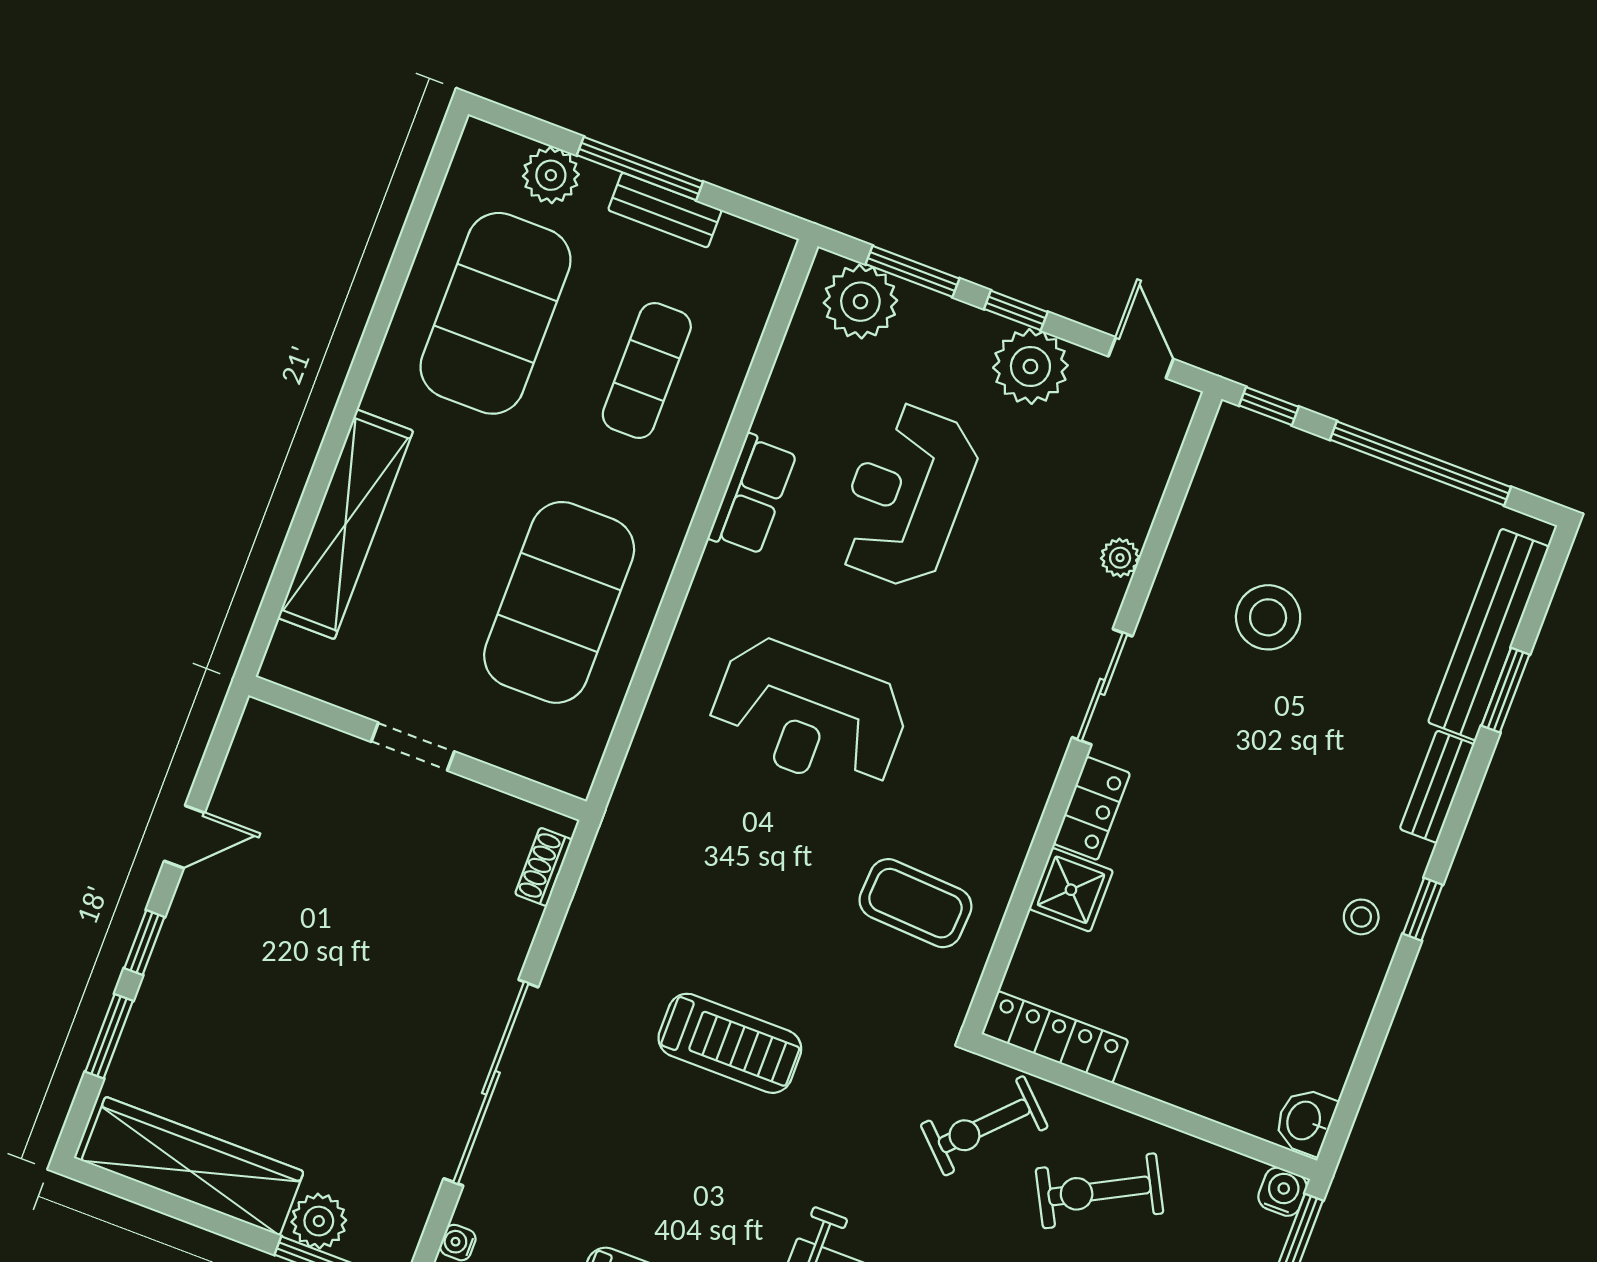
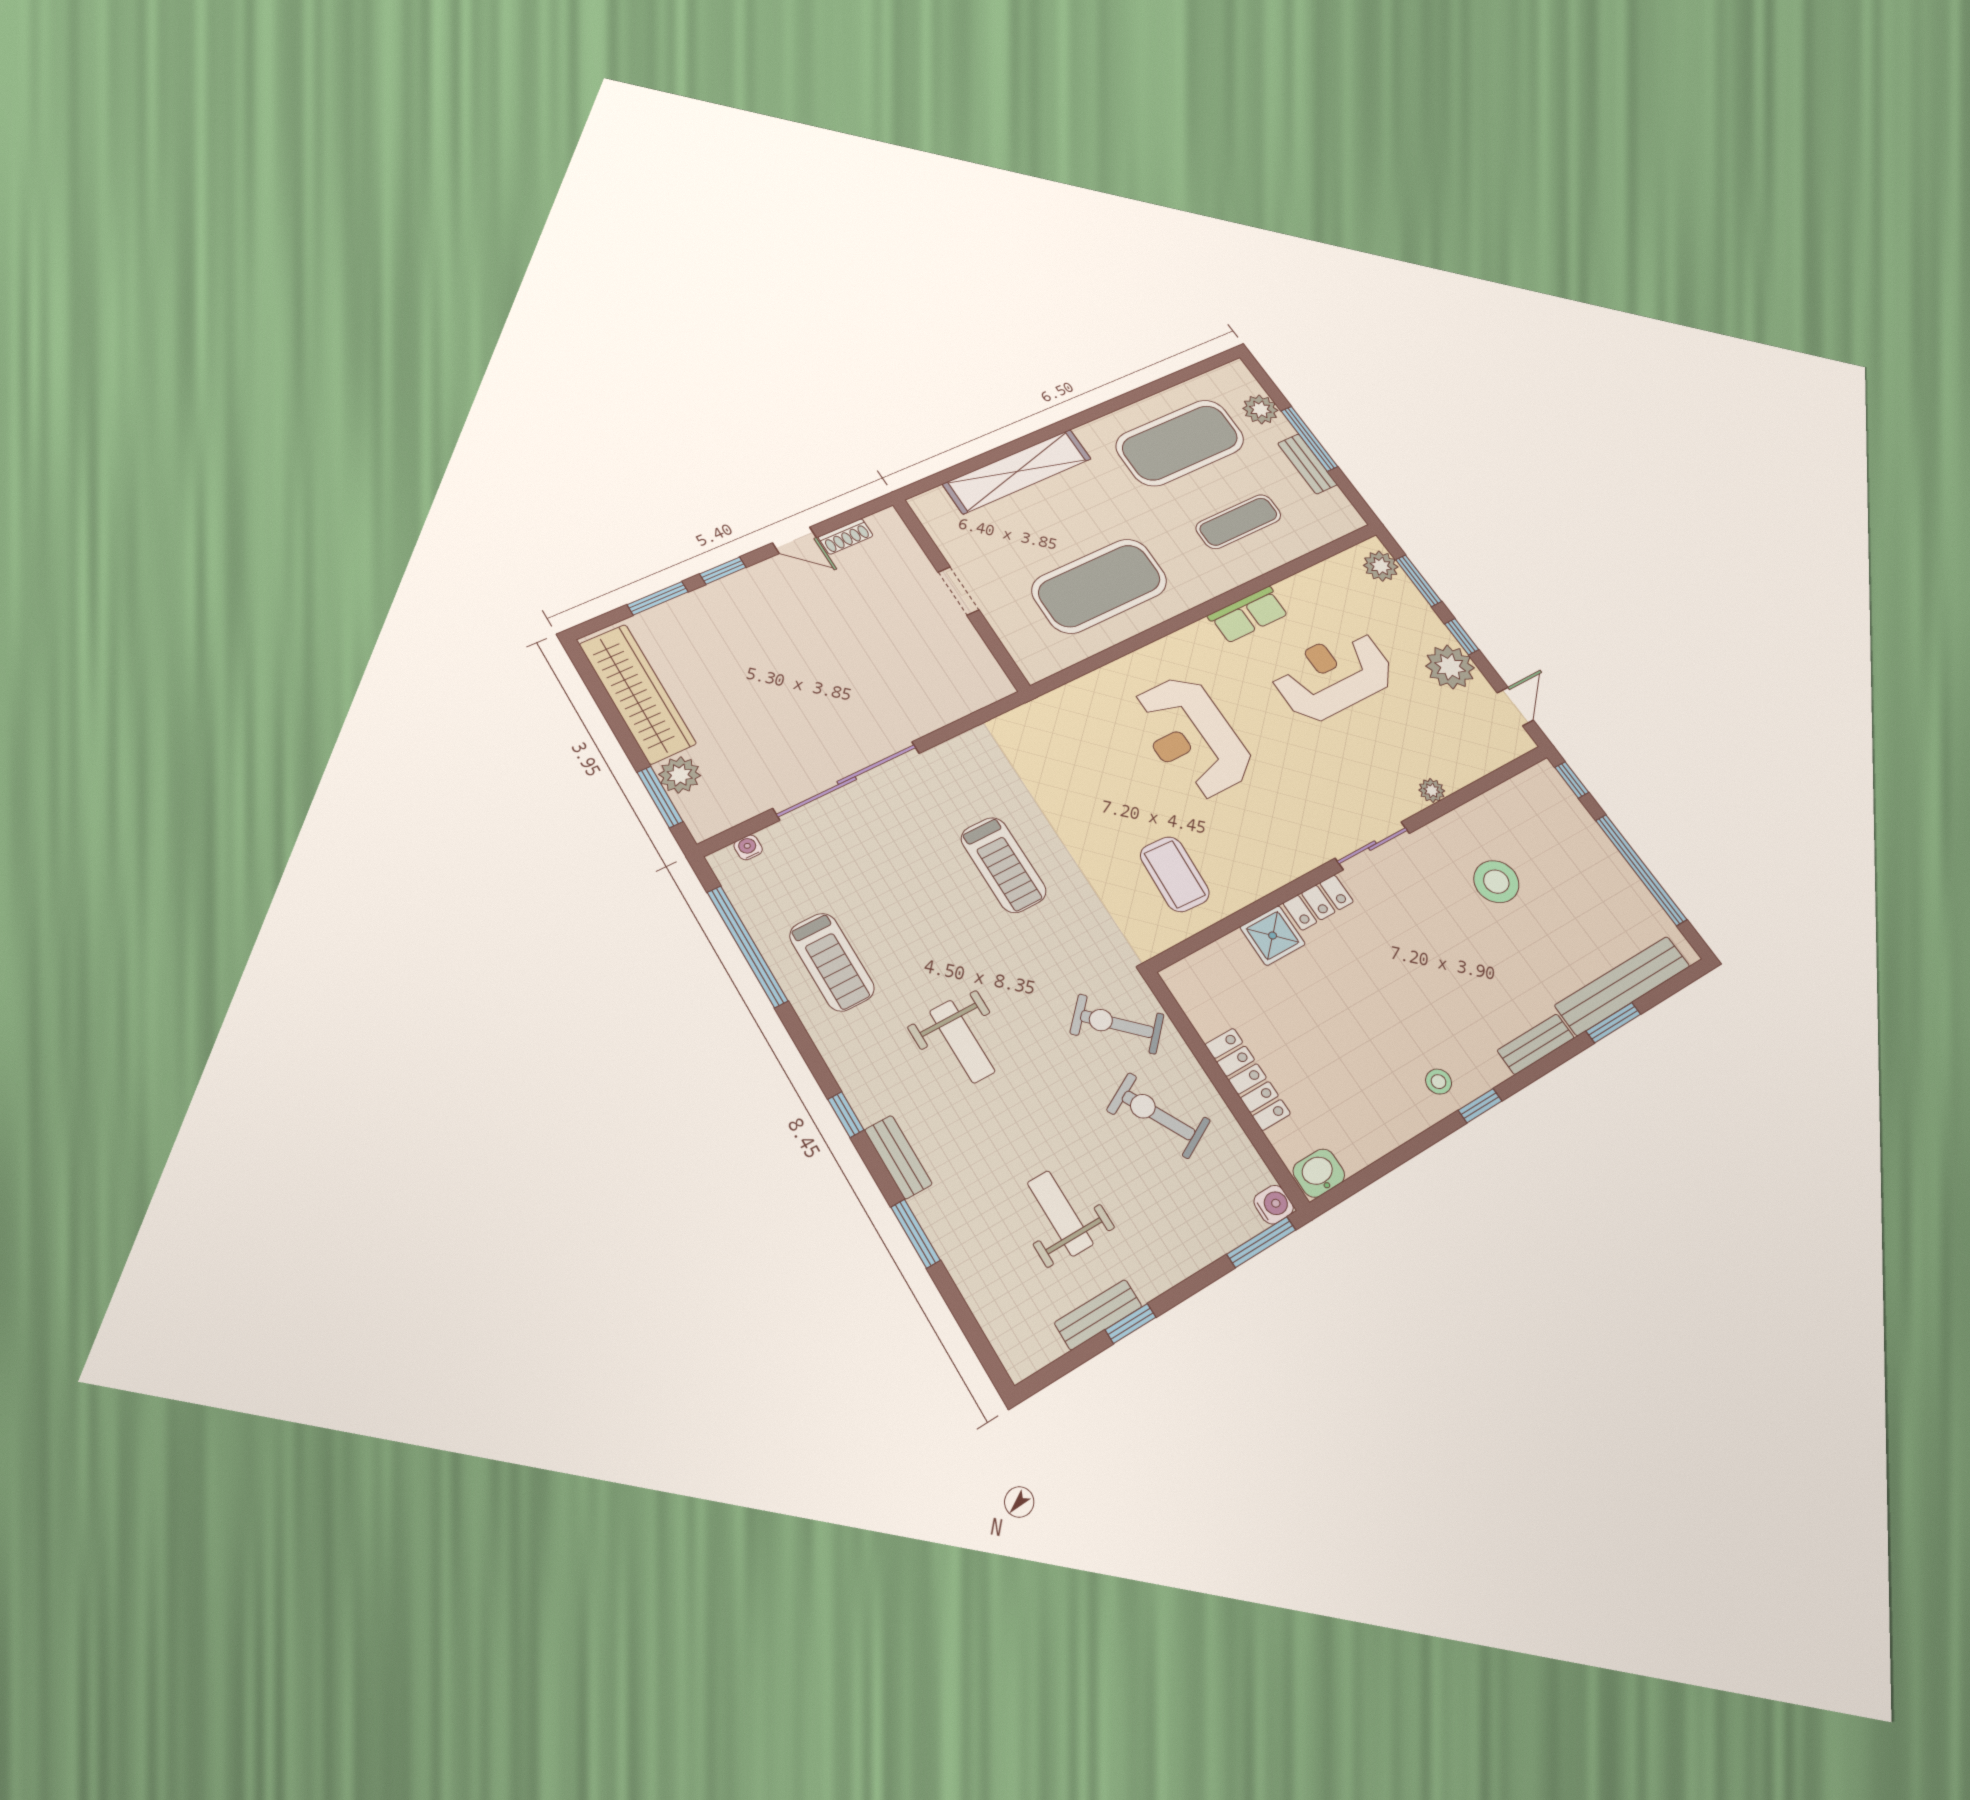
plant: (860, 302) -> (1381, 566), width x0.73, depth x0.73
shoe rack: (543, 867) -> (846, 536), moved, turned 180
locker: (1055, 1037) -> (1248, 1079), moved

